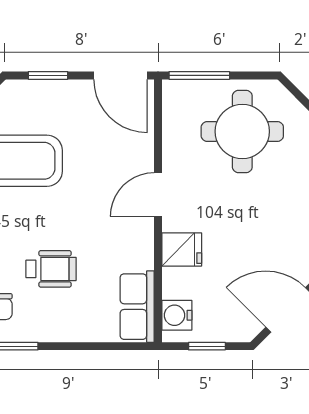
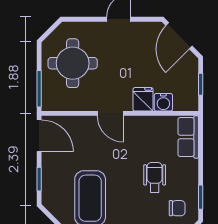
door: (121, 75) -> (39, 136), hinge flipped
row of seats: (137, 307) -> (188, 137), moved, turned 90
water cooler: (177, 315) -> (163, 102), moved

